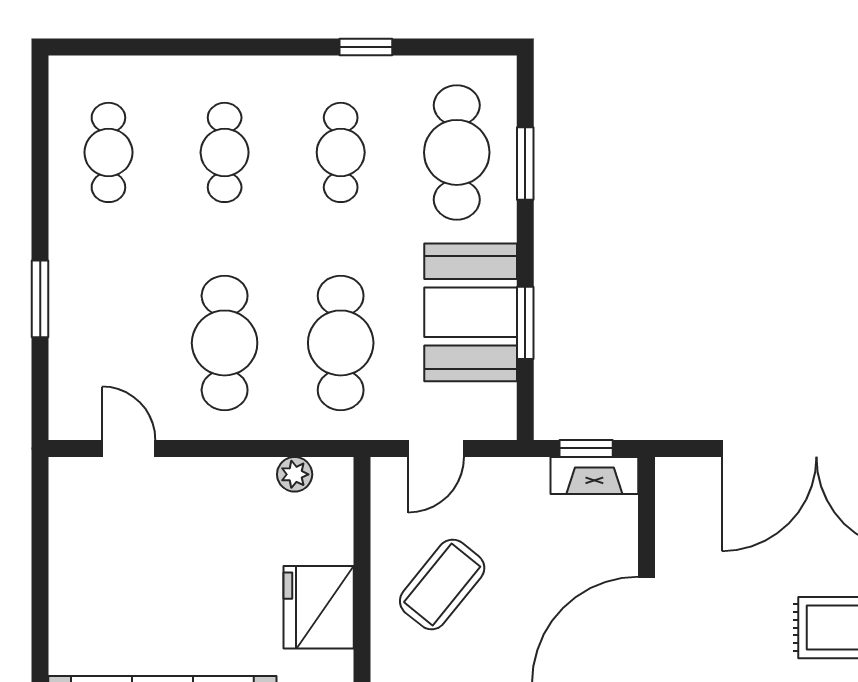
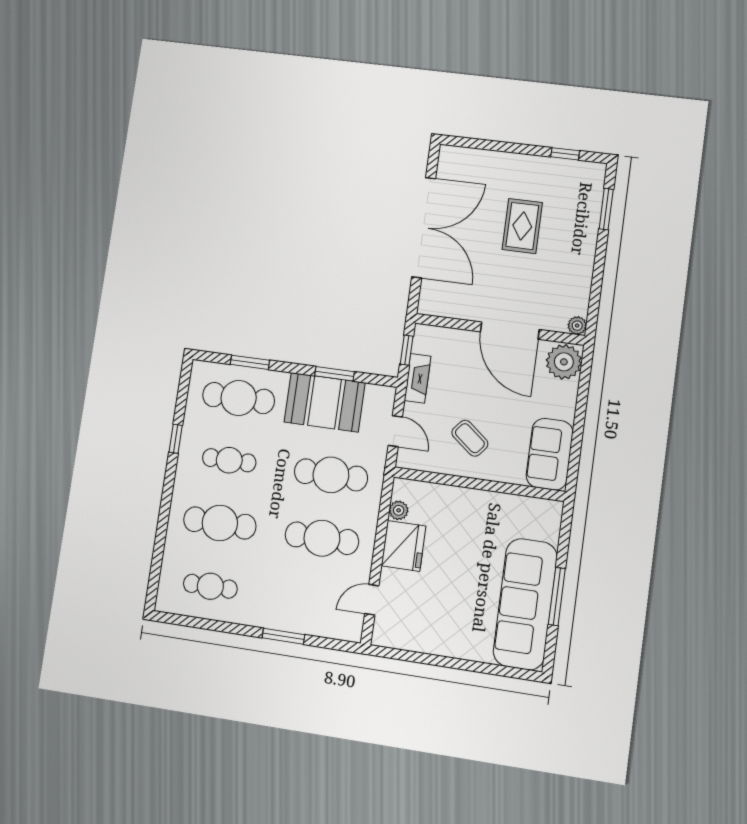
cafe table: (225, 152) -> (220, 523), width x1.37, depth x1.35
fireplace: (594, 476) -> (418, 378), moved
coffee table: (442, 584) -> (470, 438), width x0.73, depth x0.77
fridge: (319, 607) -> (403, 546), moved, turned -90

